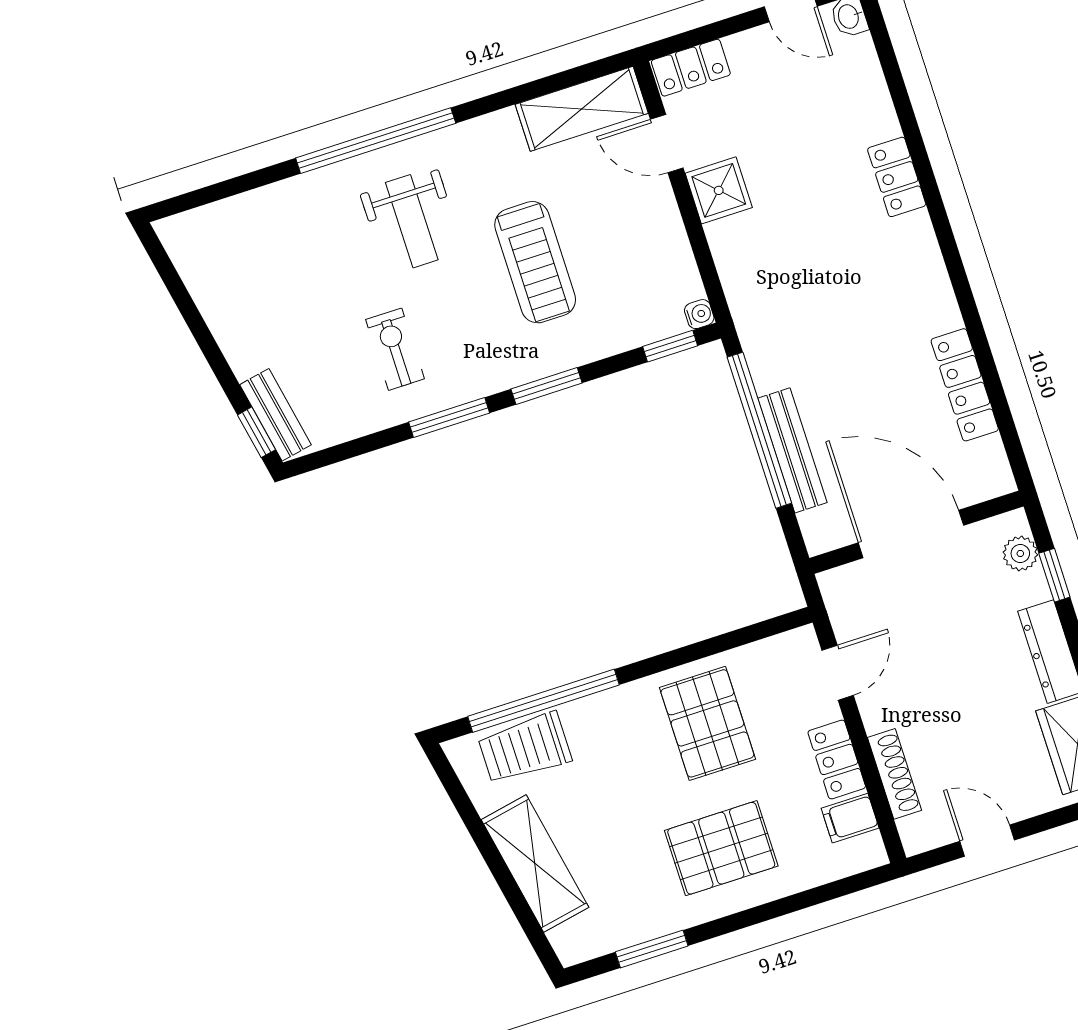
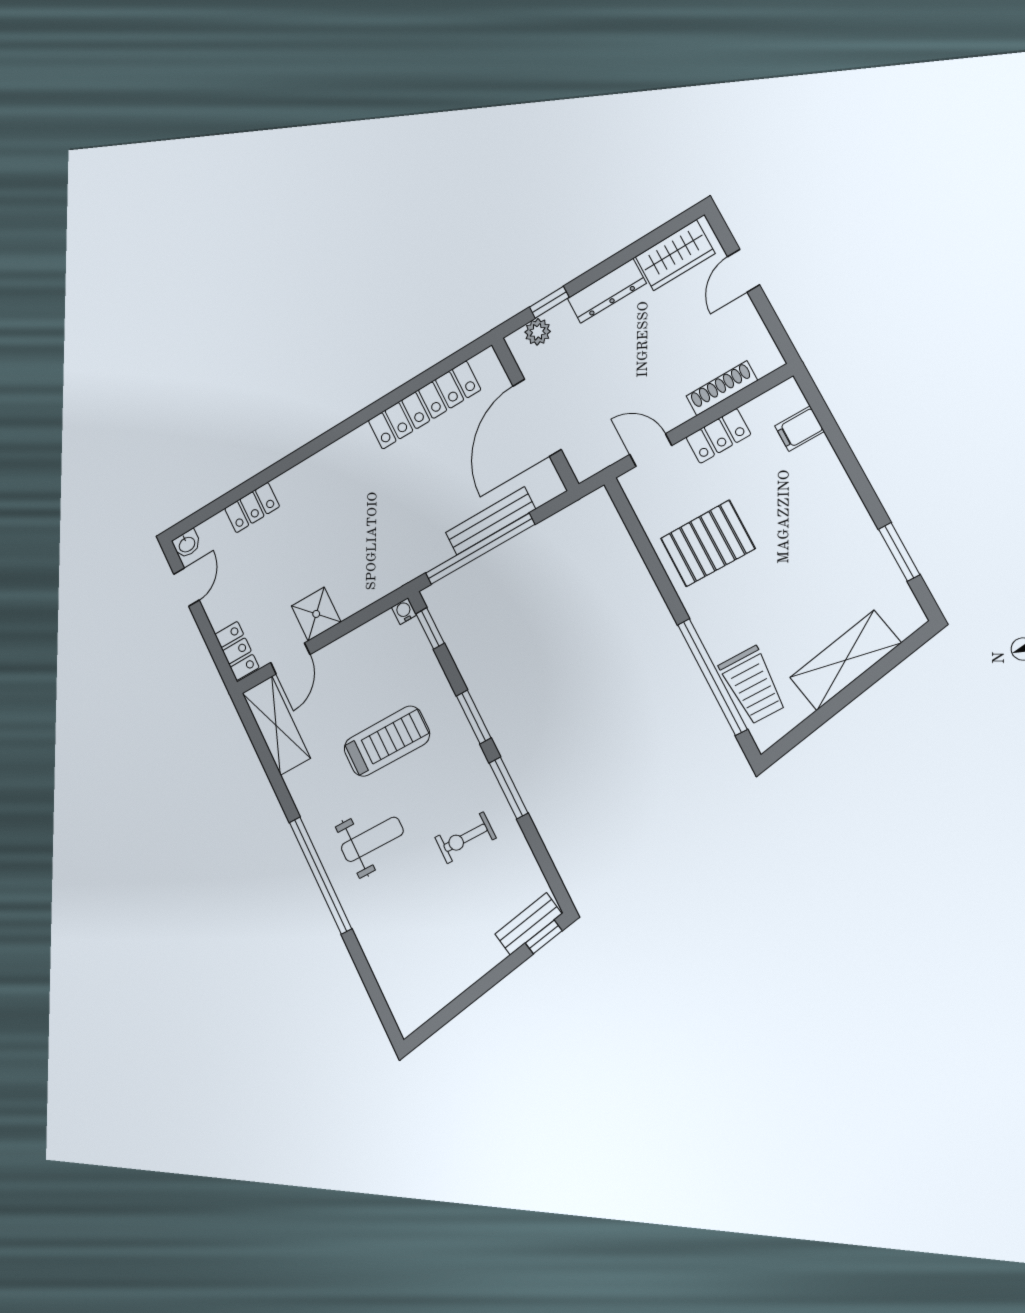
locker: (897, 177) -> (252, 508), moved
locker: (965, 385) -> (424, 405), width x1.41, depth x1.21
filing cabinet: (850, 818) -> (800, 429), moved, turned 90
door: (987, 841) -> (744, 271), moved
pallet: (721, 848) -> (806, 512), removed

